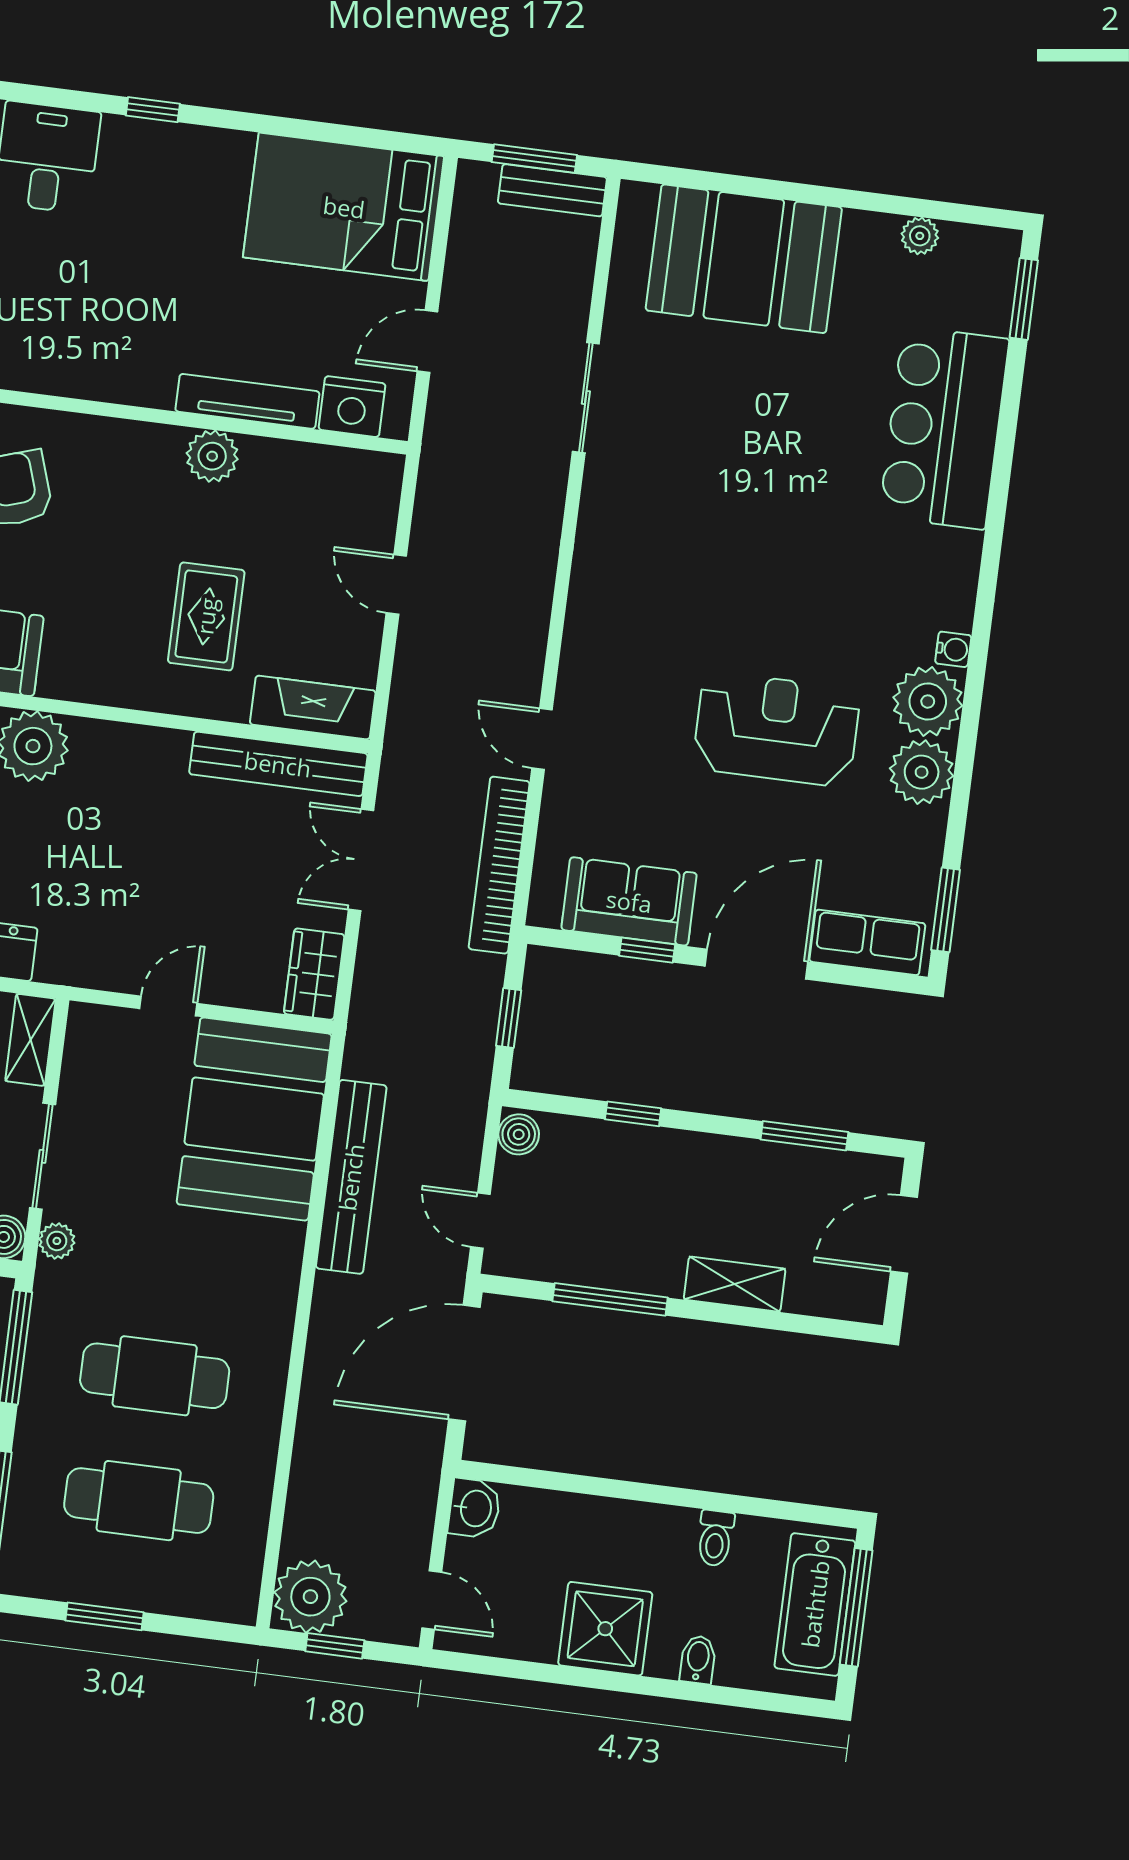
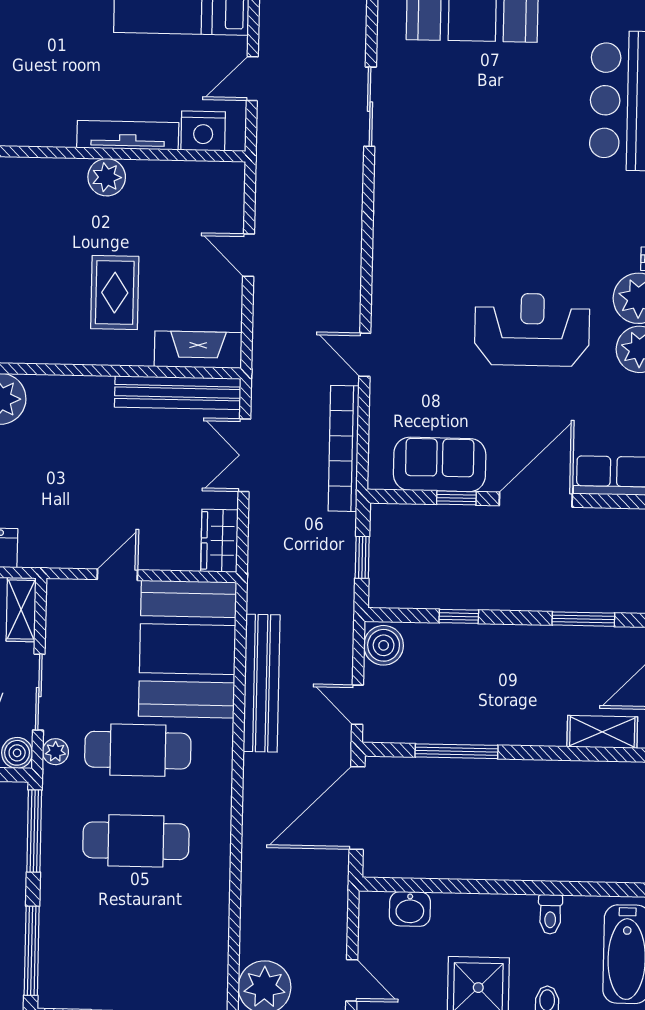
boiler: (519, 1134) -> (384, 645), width x1.36, depth x1.36
shelving: (735, 1284) -> (602, 732), moved
cafe table: (139, 1501) -> (138, 750), moved
washbasin: (474, 1508) -> (410, 909), moved, turned 90

